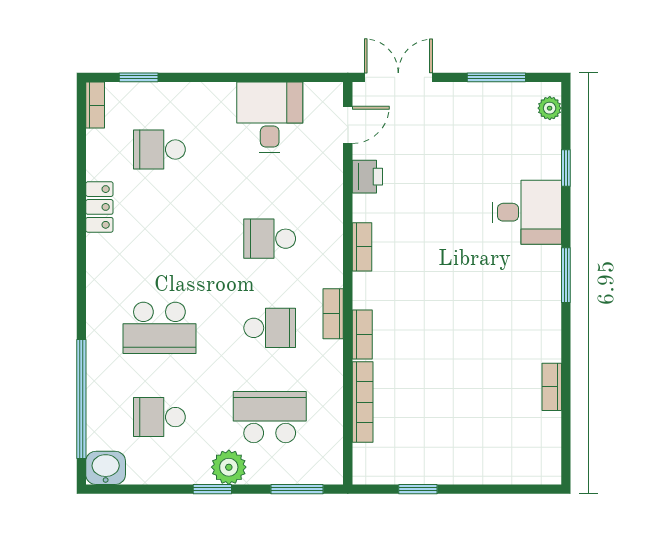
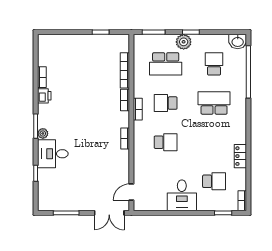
plant: (550, 108) -> (43, 133), moved
desk: (270, 117) -> (182, 195), moved
printer: (367, 177) -> (44, 96), moved, turned 180
school desk: (159, 417) -> (214, 64), turned -90

